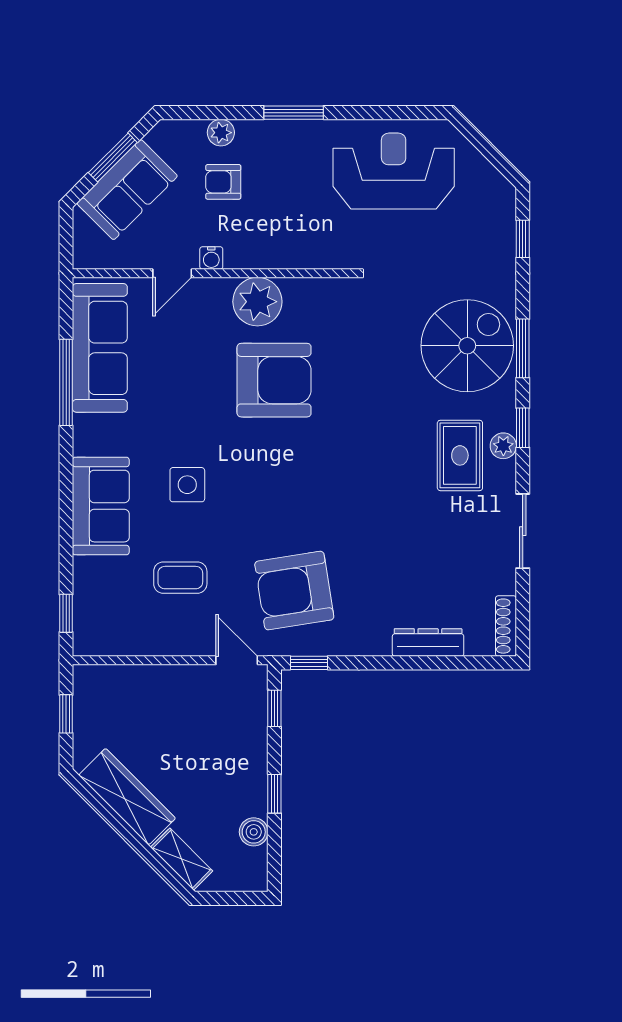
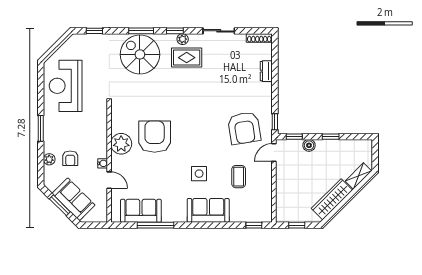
sofa: (100, 348) -> (141, 211), width x0.73
dresser: (428, 643) -> (266, 71), width x0.70
boiler: (254, 832) -> (309, 145), moved

